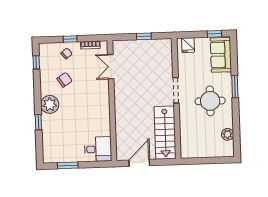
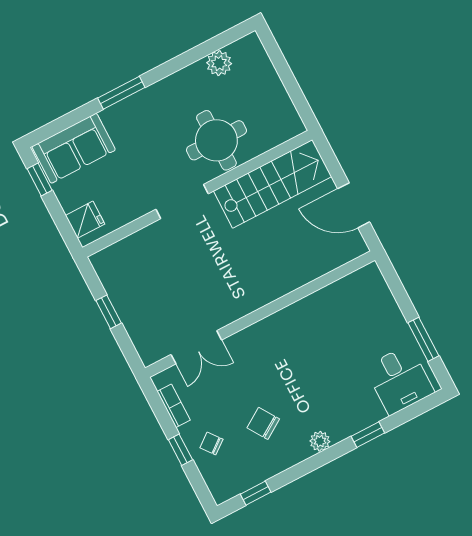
round table: (210, 101) -> (216, 140), moved
plant: (50, 104) -> (320, 441), width x0.53, depth x0.53
desk: (98, 149) -> (399, 380), moved, turned 180

